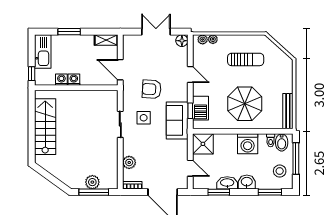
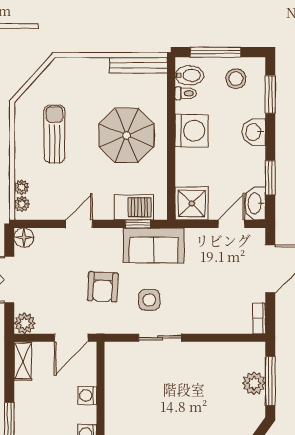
washing machine: (74, 80) -> (87, 395), moved
plant: (129, 162) -> (25, 323), moved
washbasin: (227, 183) -> (255, 203), moved

